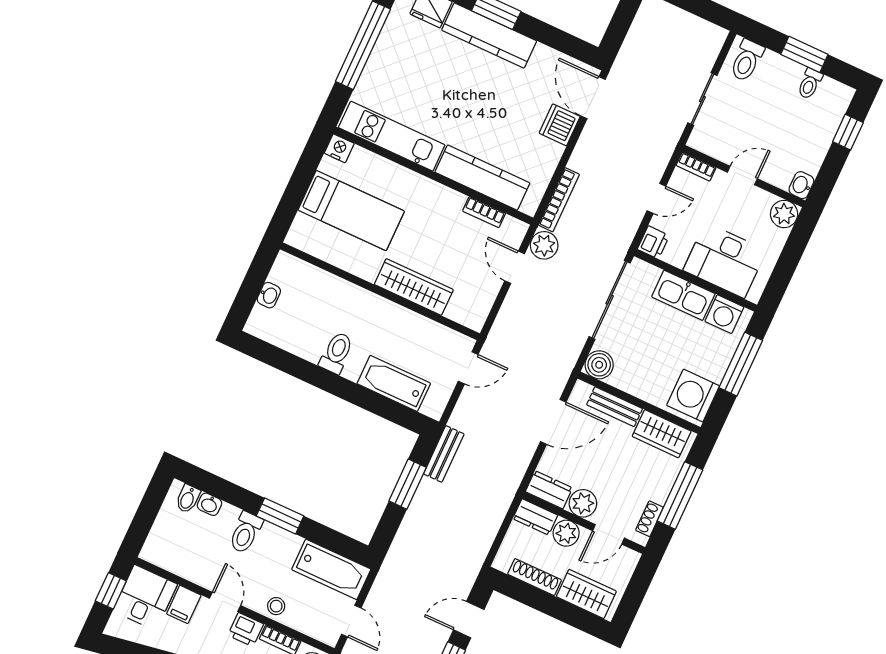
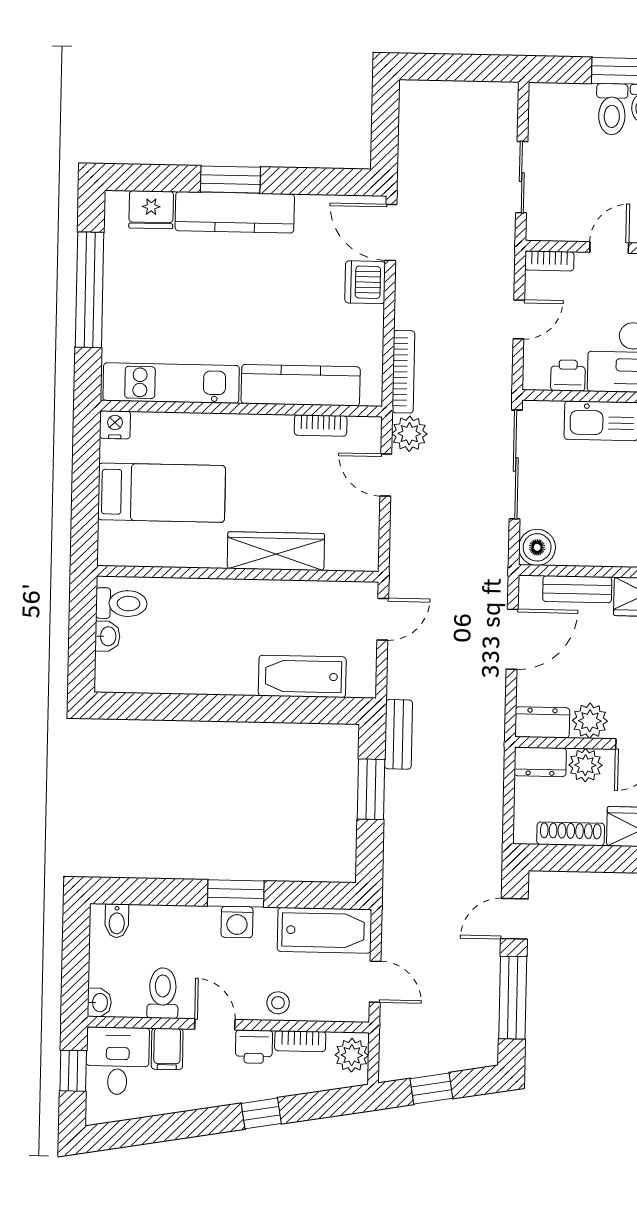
toilet: (747, 60) -> (612, 109), moved
printer: (653, 242) -> (568, 376), moved, turned -90
toilet: (337, 353) -> (121, 603), moved, turned 90
washbasin: (209, 504) -> (99, 1003), moved, turned -90
toilet: (246, 532) -> (163, 993), moved, turned 180
washing machine: (272, 537) -> (237, 922), added

